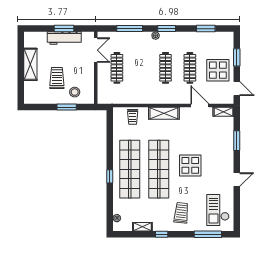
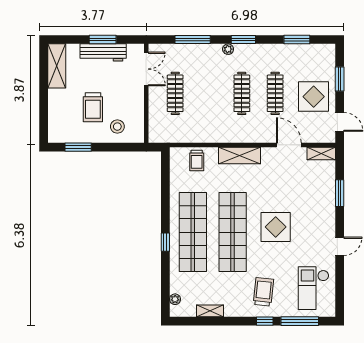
shelving: (30, 64) -> (57, 66), moved
trolley: (57, 78) -> (93, 107), turned 180
window: (67, 107) -> (78, 147), moved
window: (162, 234) -> (265, 321), moved

